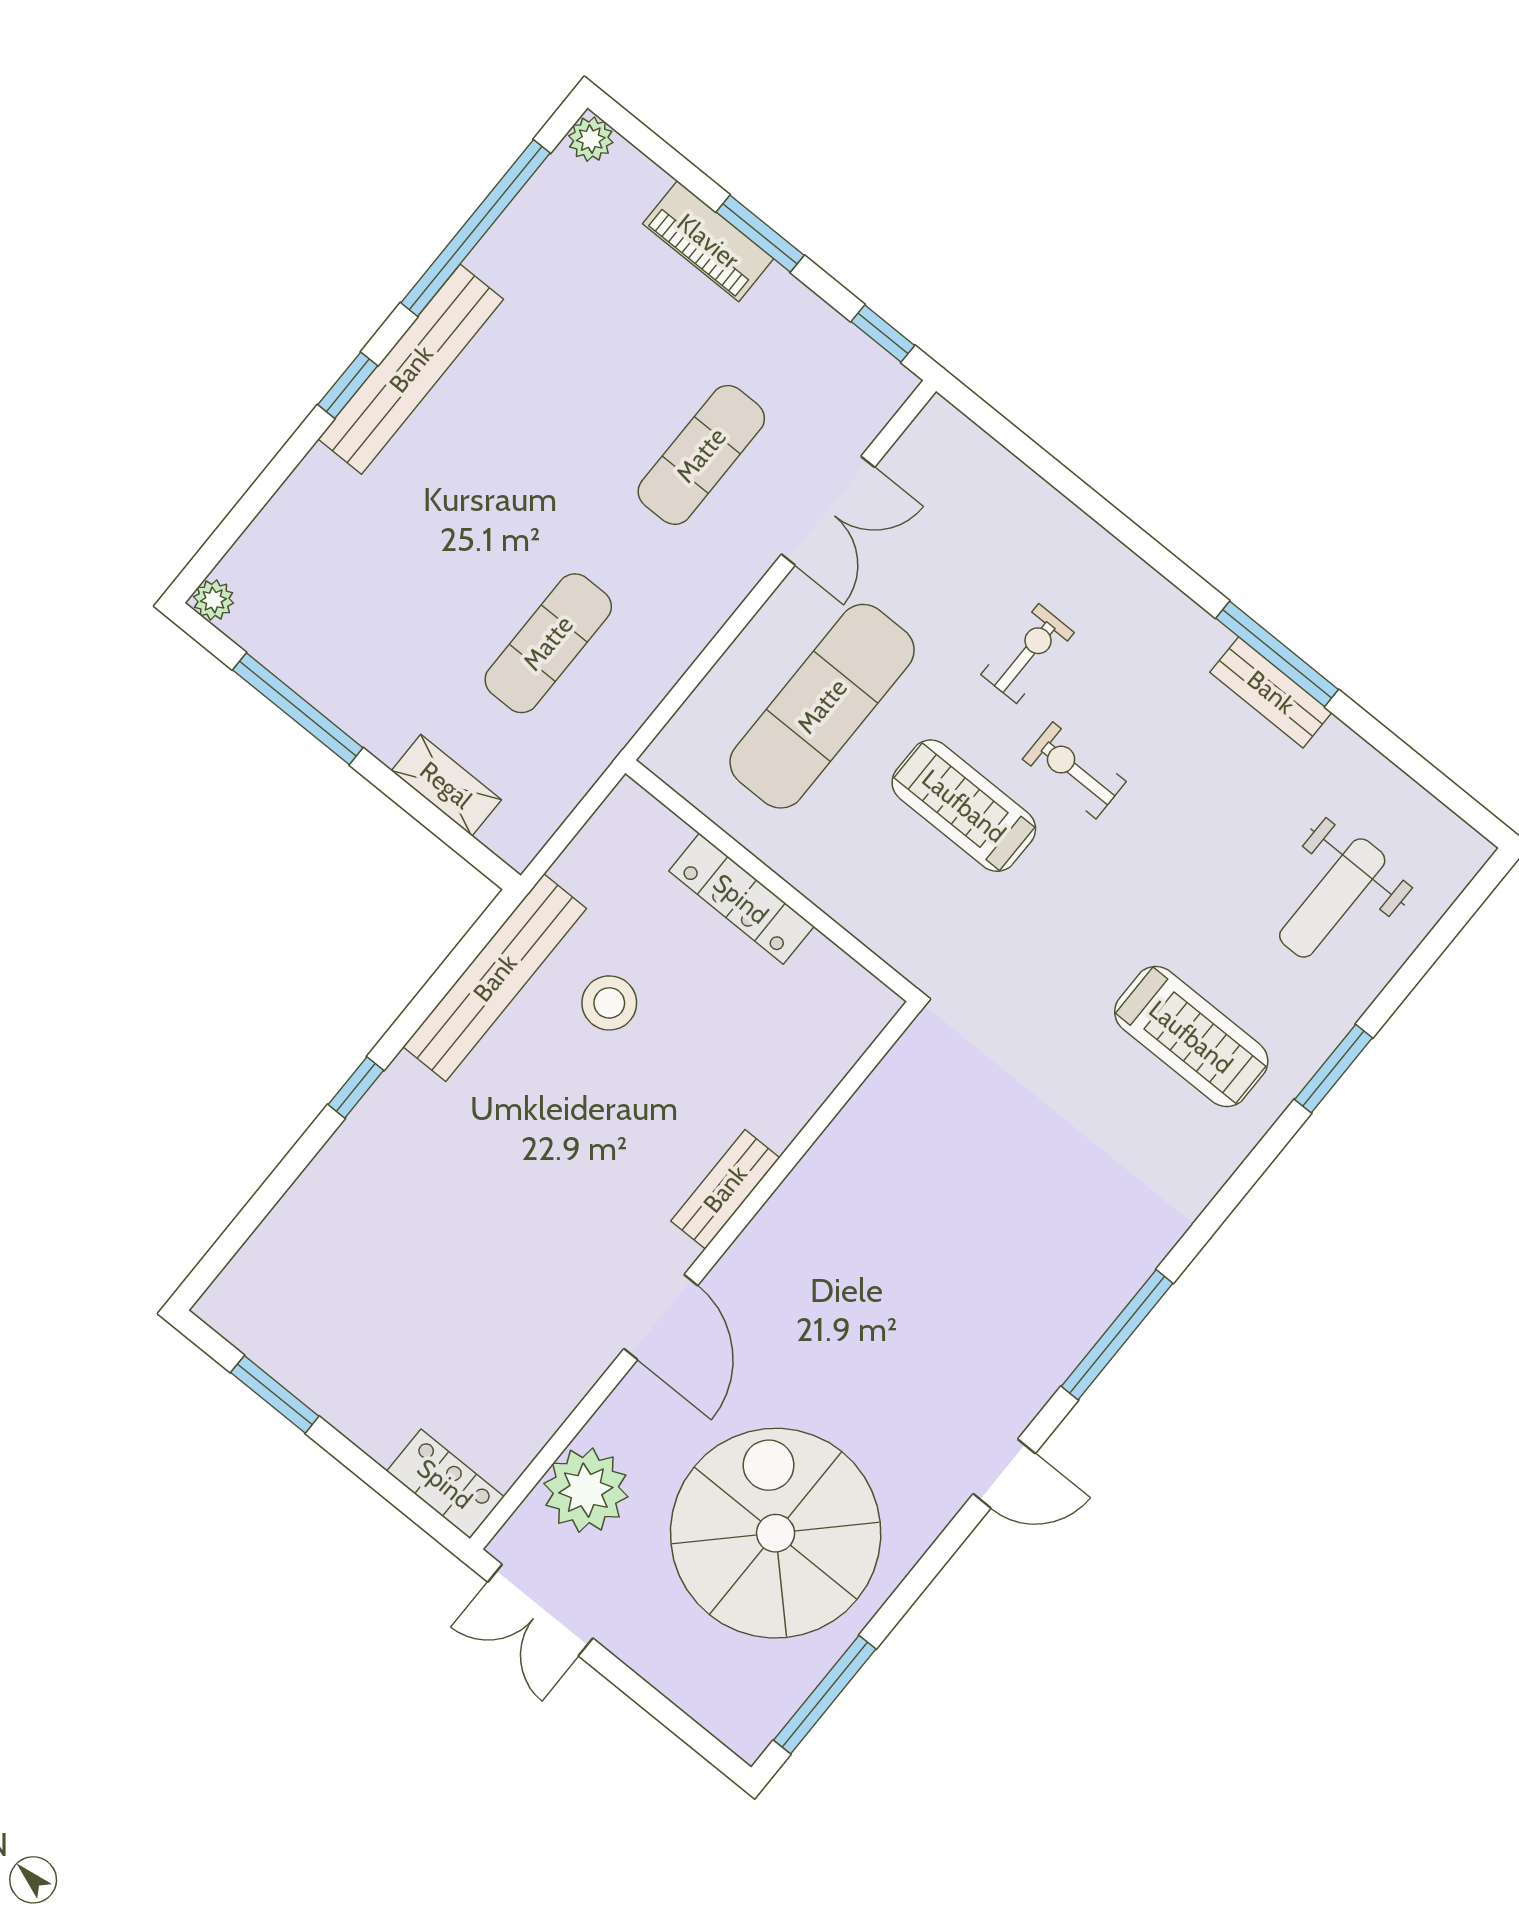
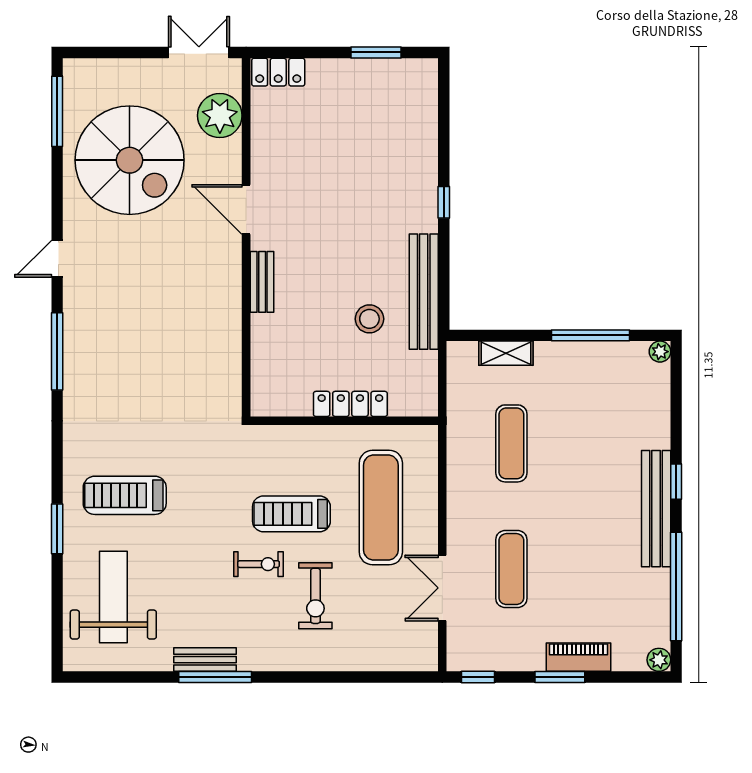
exercise bike: (1028, 654) -> (315, 596), width x1.38, depth x1.39
treadmill: (964, 806) -> (291, 514), turned 180
weight bench: (1332, 898) -> (113, 597), width x1.36, depth x1.33

